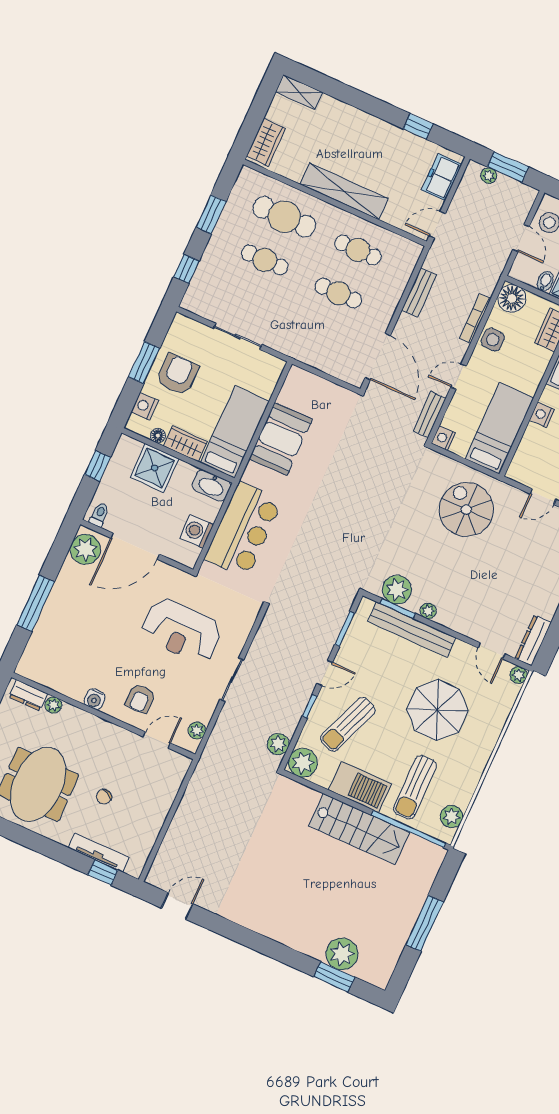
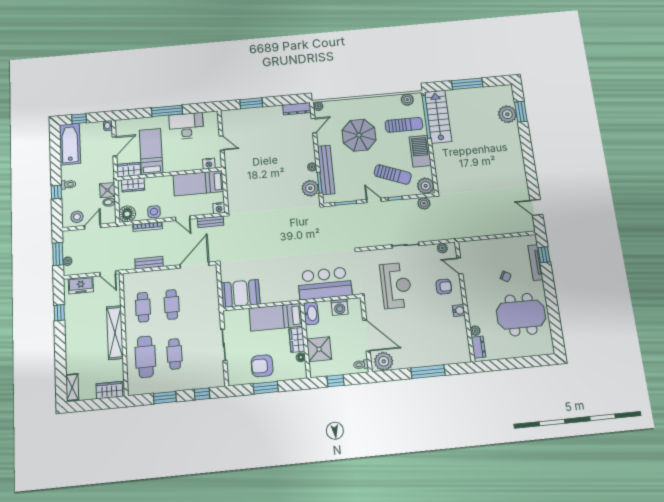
nightstand: (145, 406) -> (289, 374), removed
nightstand: (542, 415) -> (209, 164), moved
booth: (281, 439) -> (240, 293), moved
spiral stairs: (466, 509) -> (249, 177), removed
stairs: (359, 829) -> (438, 117), moved

